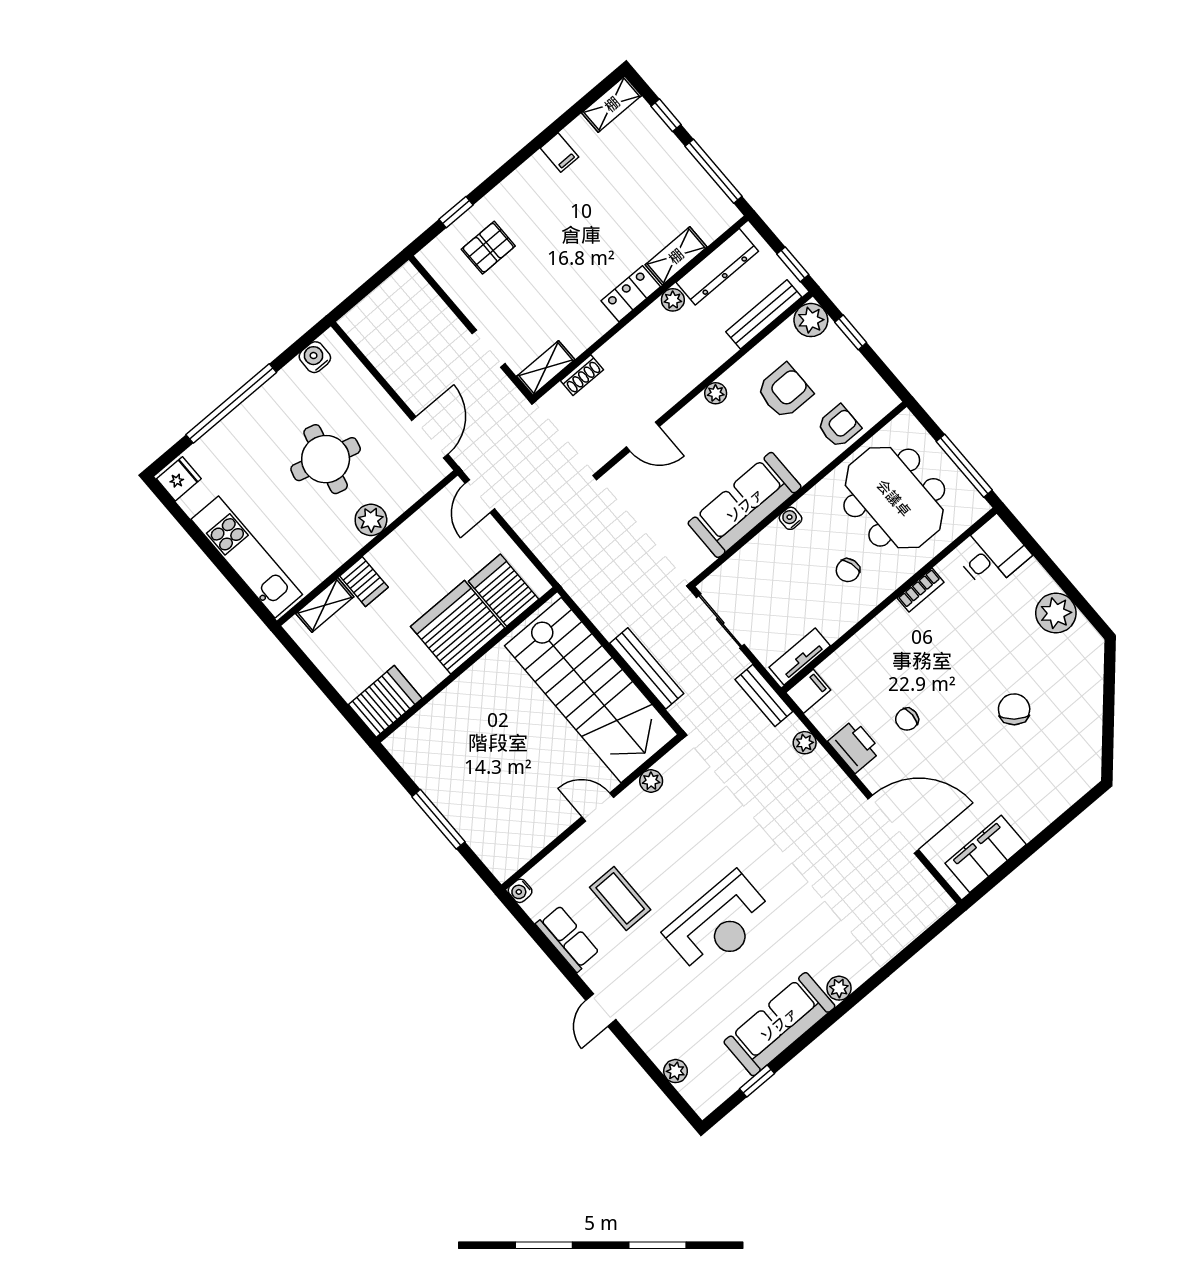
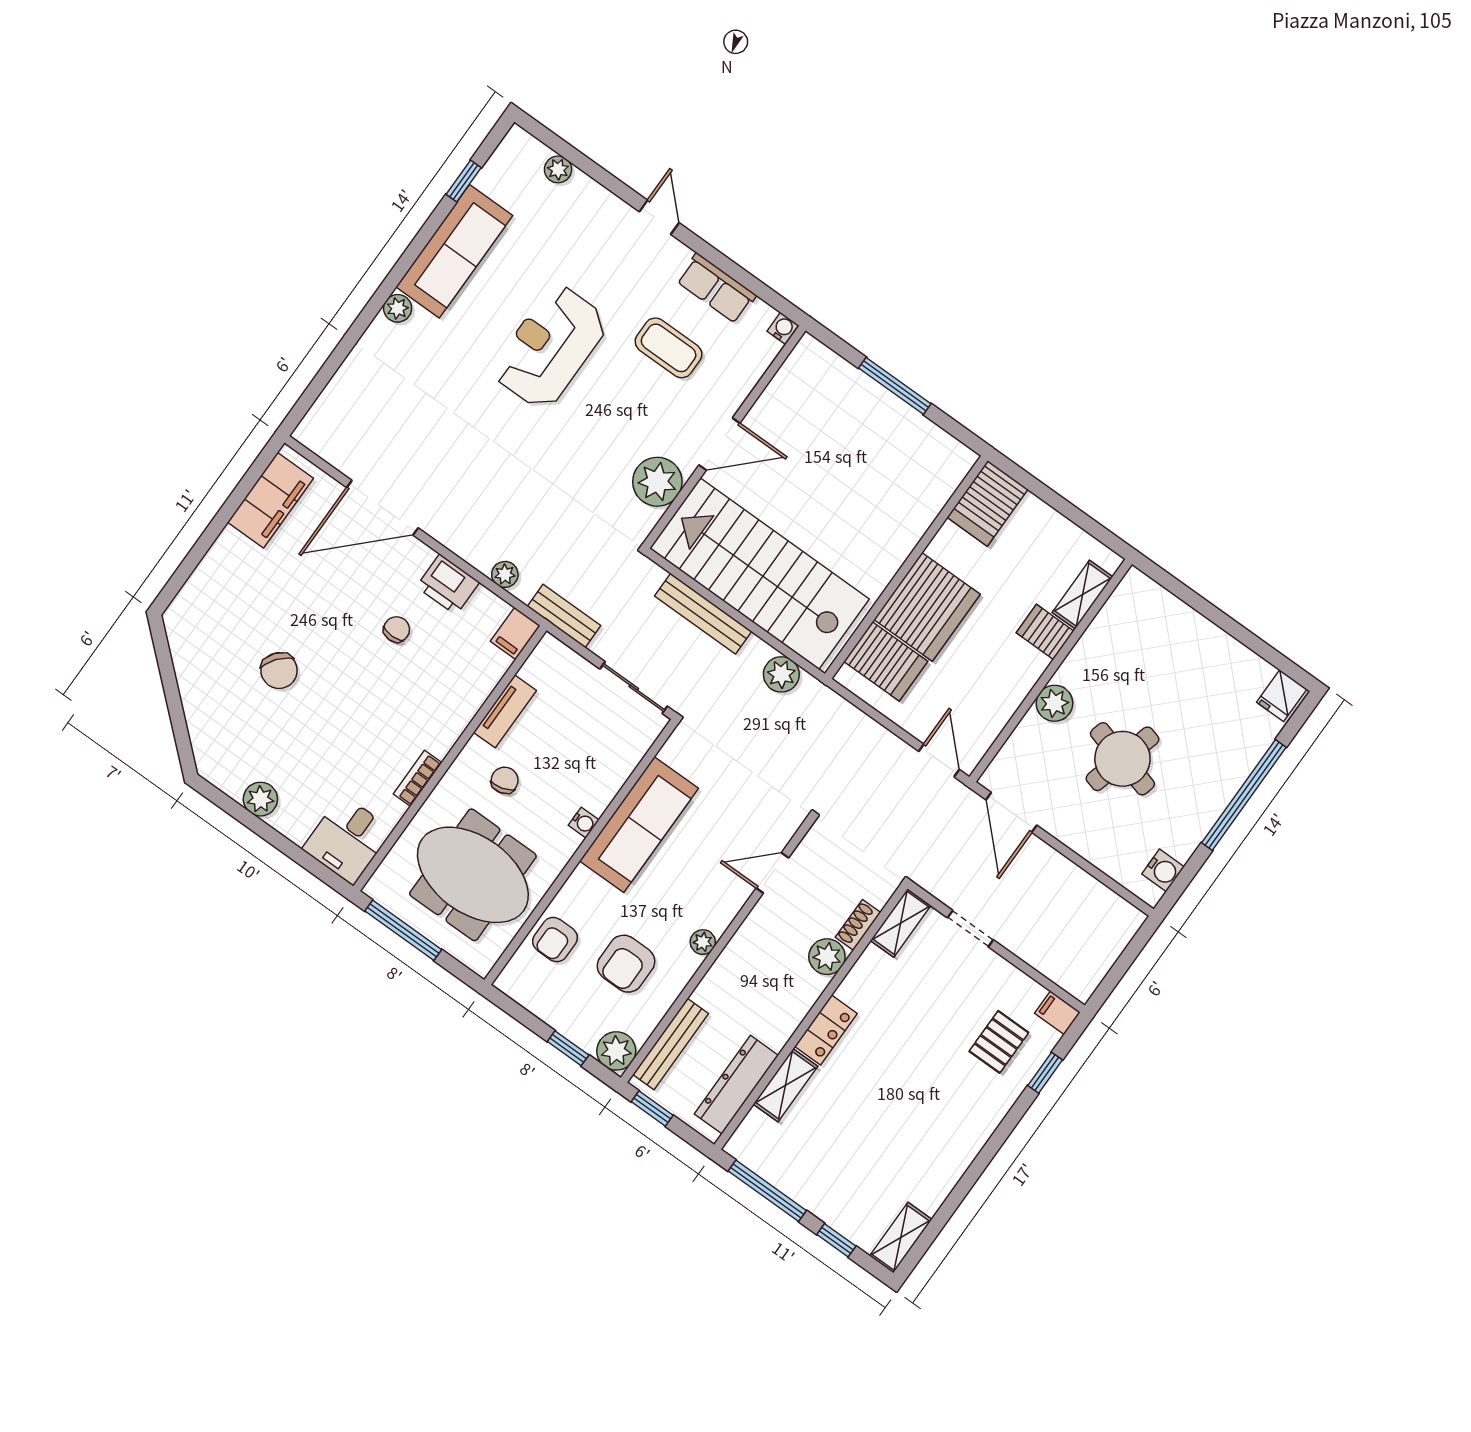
filing cabinet: (559, 152) -> (1057, 1013), moved
plant: (673, 300) -> (827, 957), moved, width x1.38, depth x1.38
kitchen unit: (247, 557) -> (1184, 627), removed
plant: (594, 601) -> (781, 674), added
plant: (1056, 613) -> (260, 799), width x0.73, depth x0.73
tv unit: (800, 657) -> (505, 711), moved
plant: (651, 781) -> (657, 482), width x1.87, depth x1.87
door: (598, 807) -> (719, 444), width x1.38

